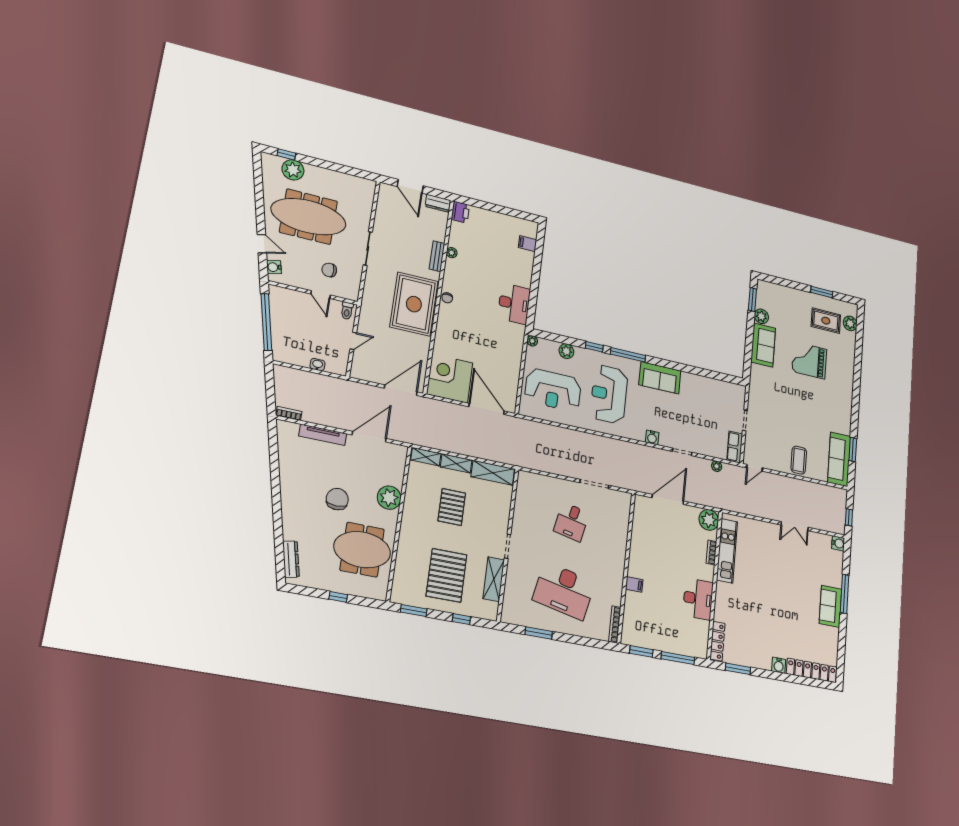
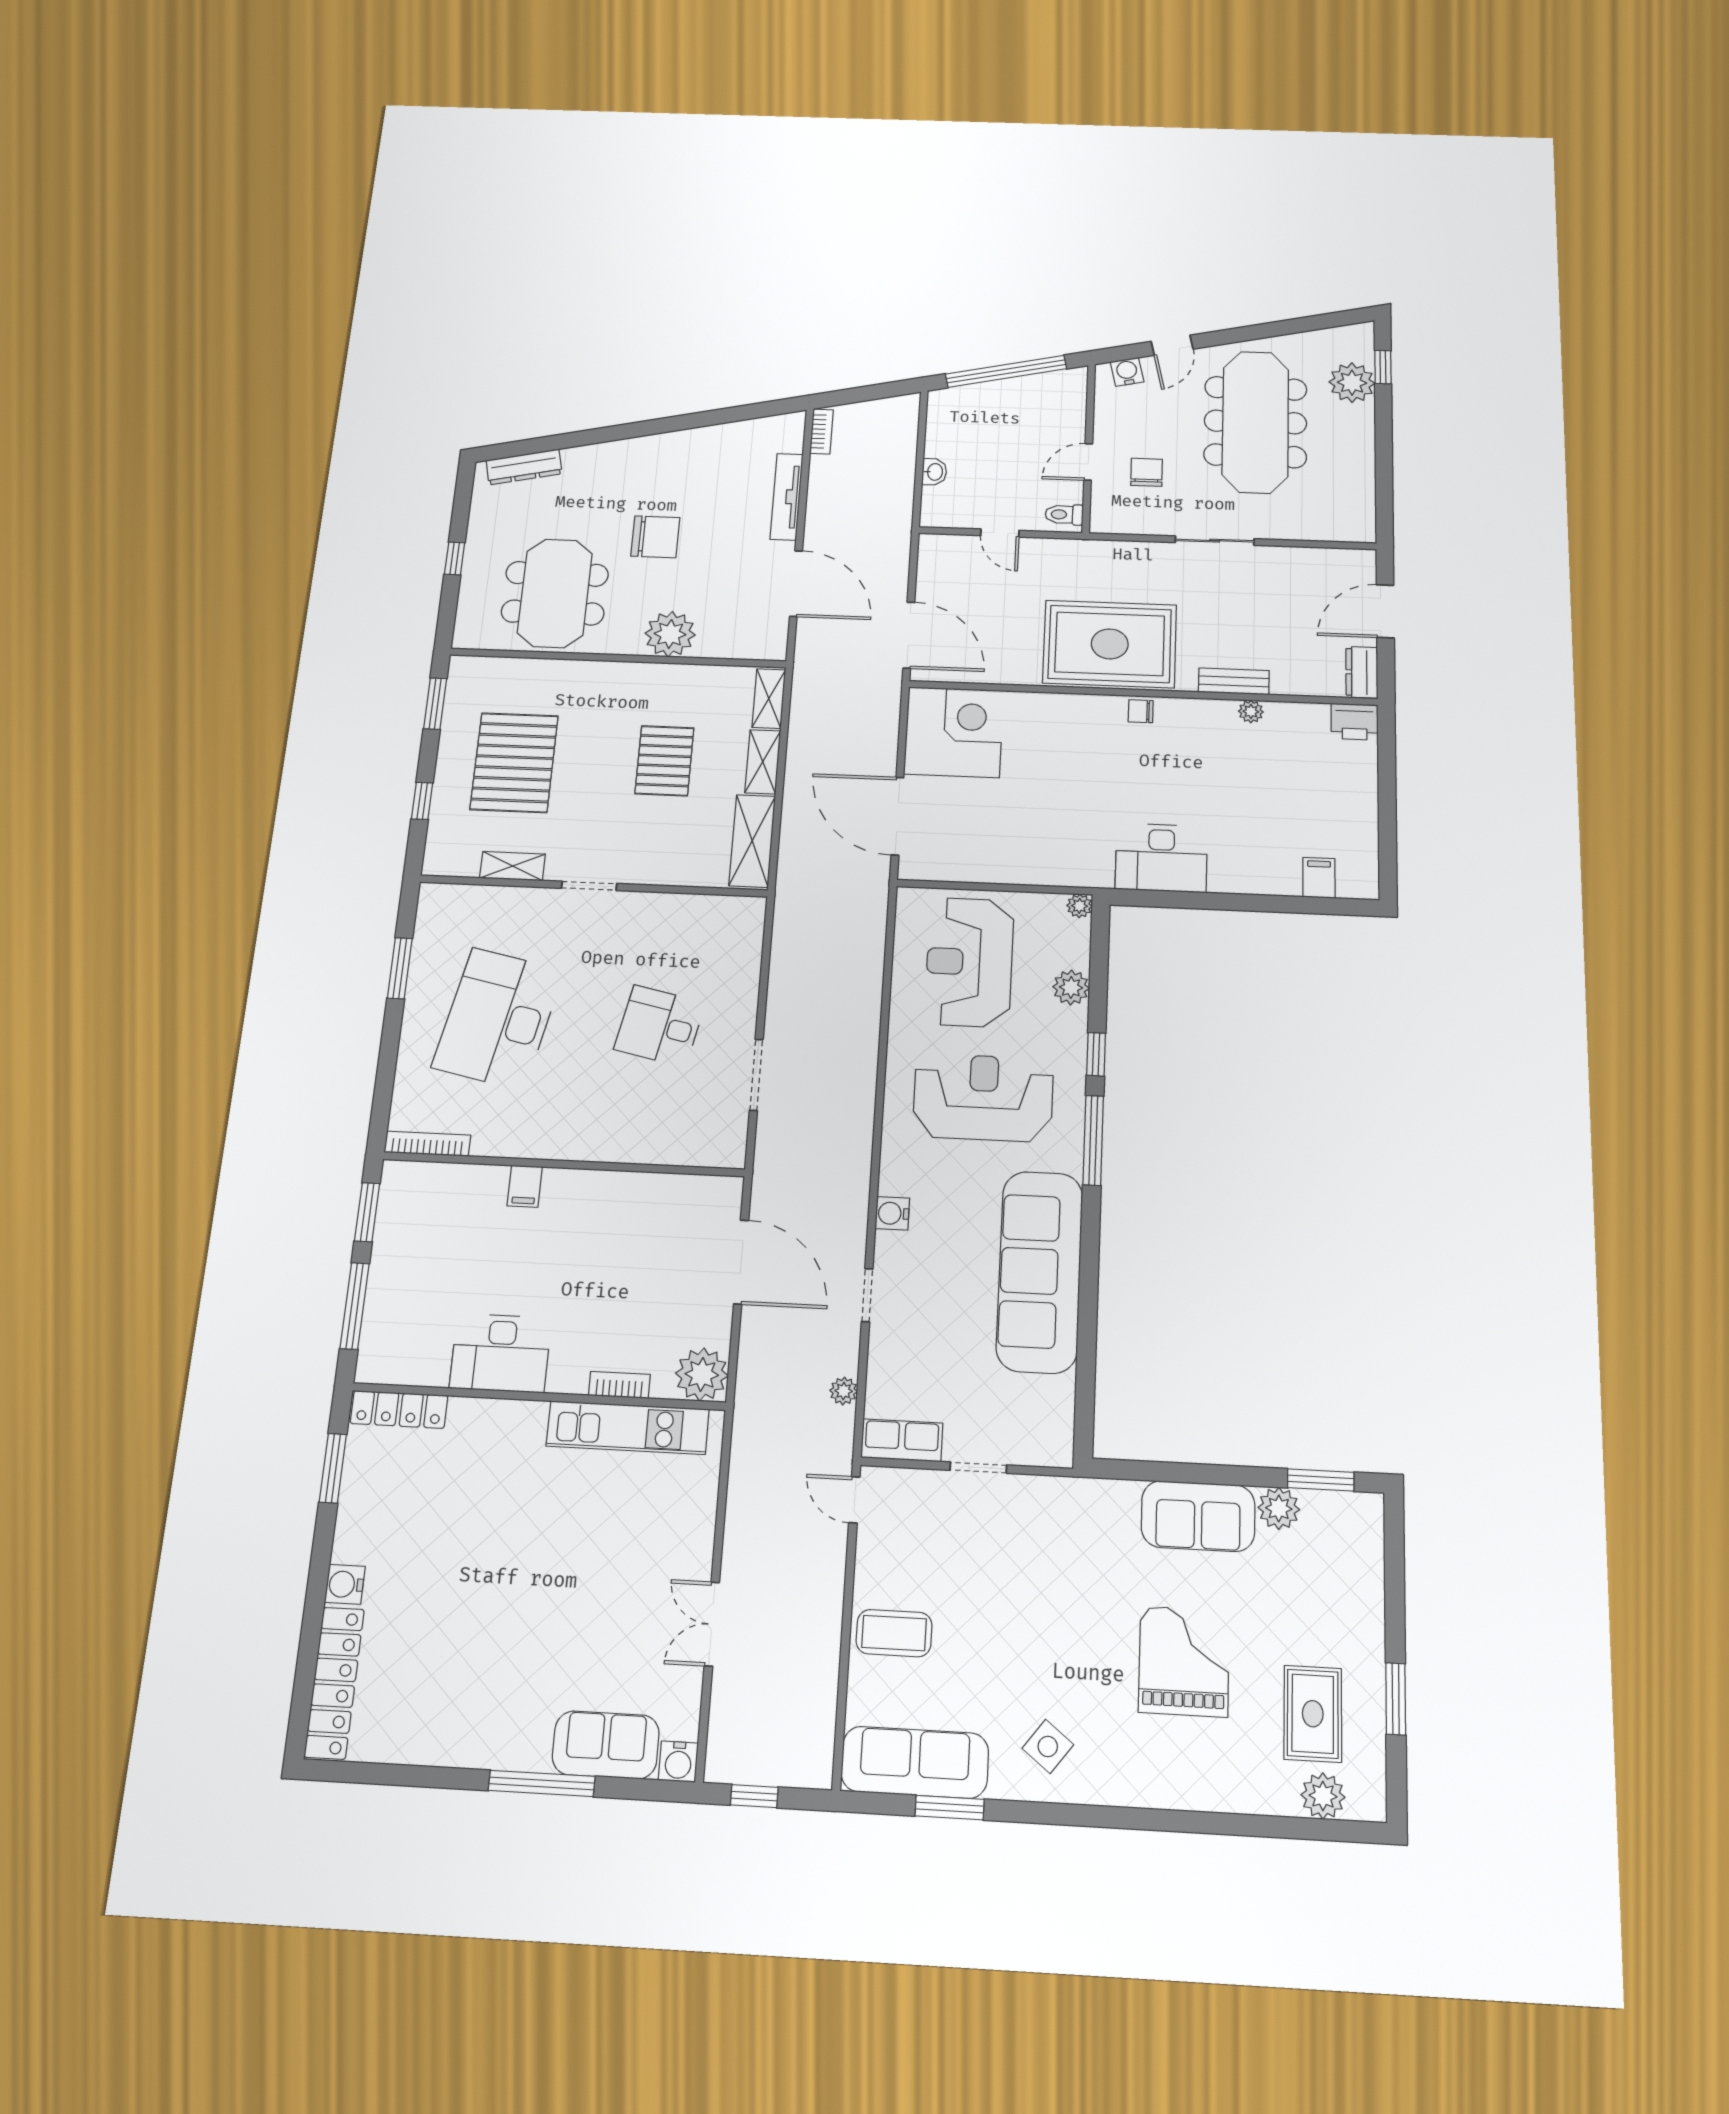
sofa: (660, 378) -> (1040, 1271), width x1.85, depth x1.27
door: (487, 409) -> (897, 816), swing flipped
side table: (835, 412) -> (1048, 1746), added
pallet: (452, 507) -> (664, 761), turned 90
pallet: (447, 575) -> (514, 763), turned 90
shelving: (494, 579) -> (513, 866), width x0.67, depth x0.75
sofa: (831, 606) -> (606, 1745), moved

